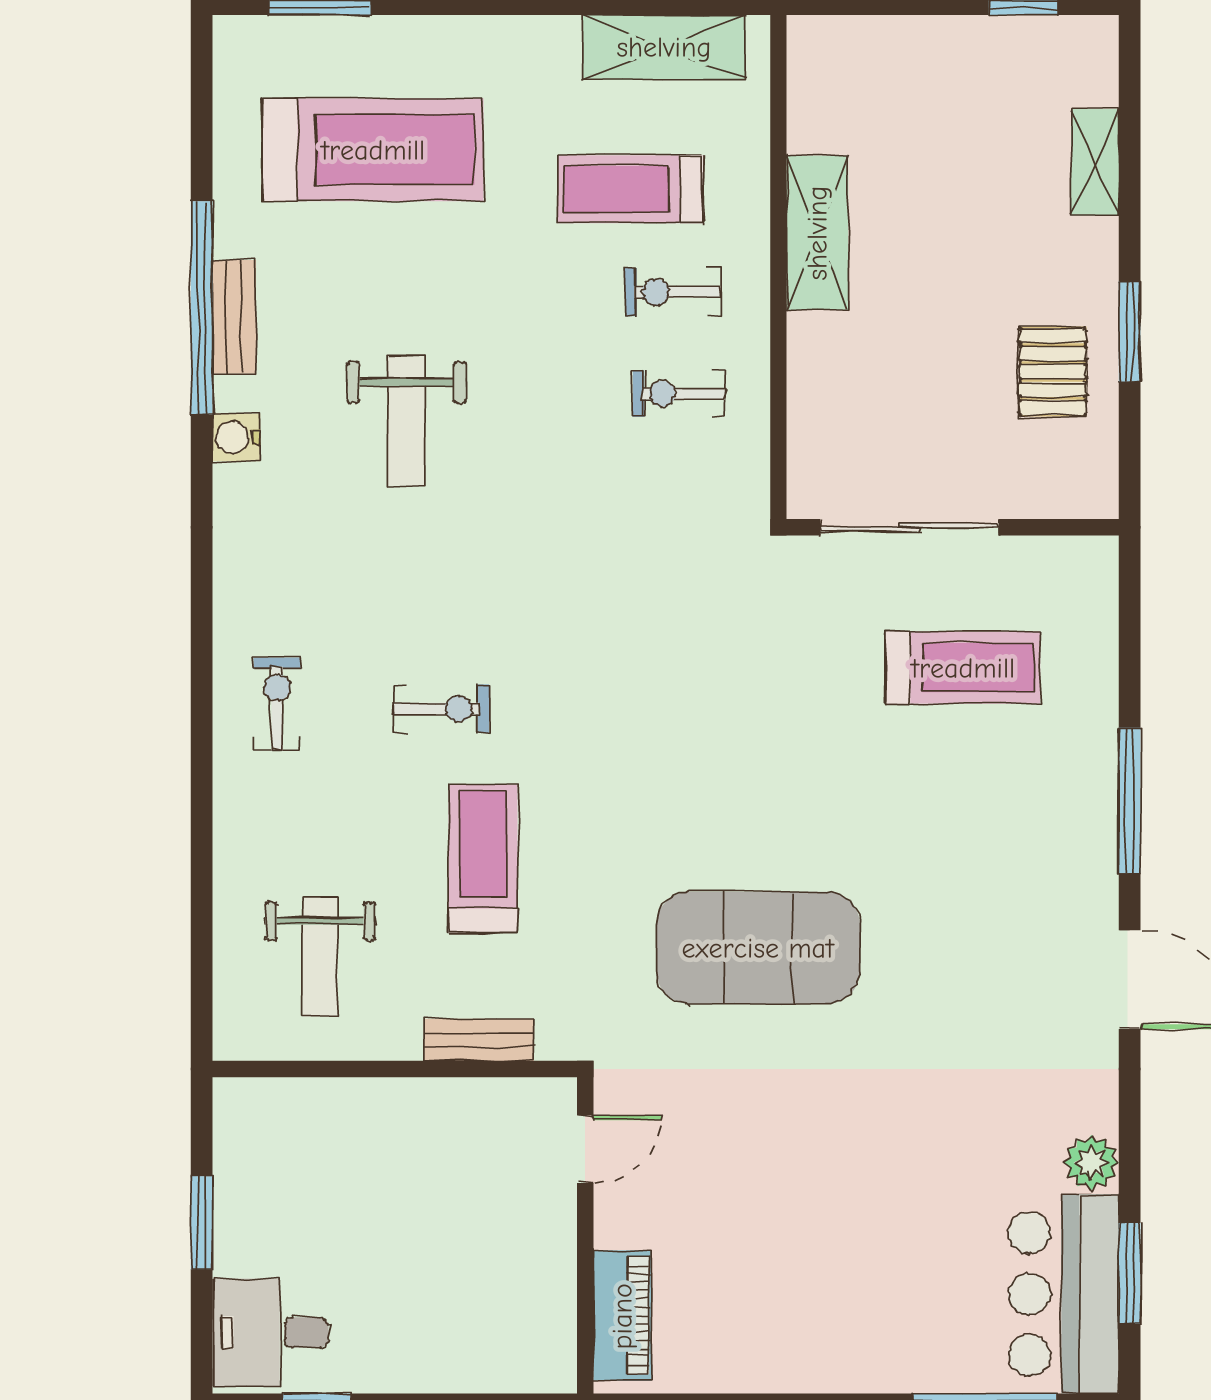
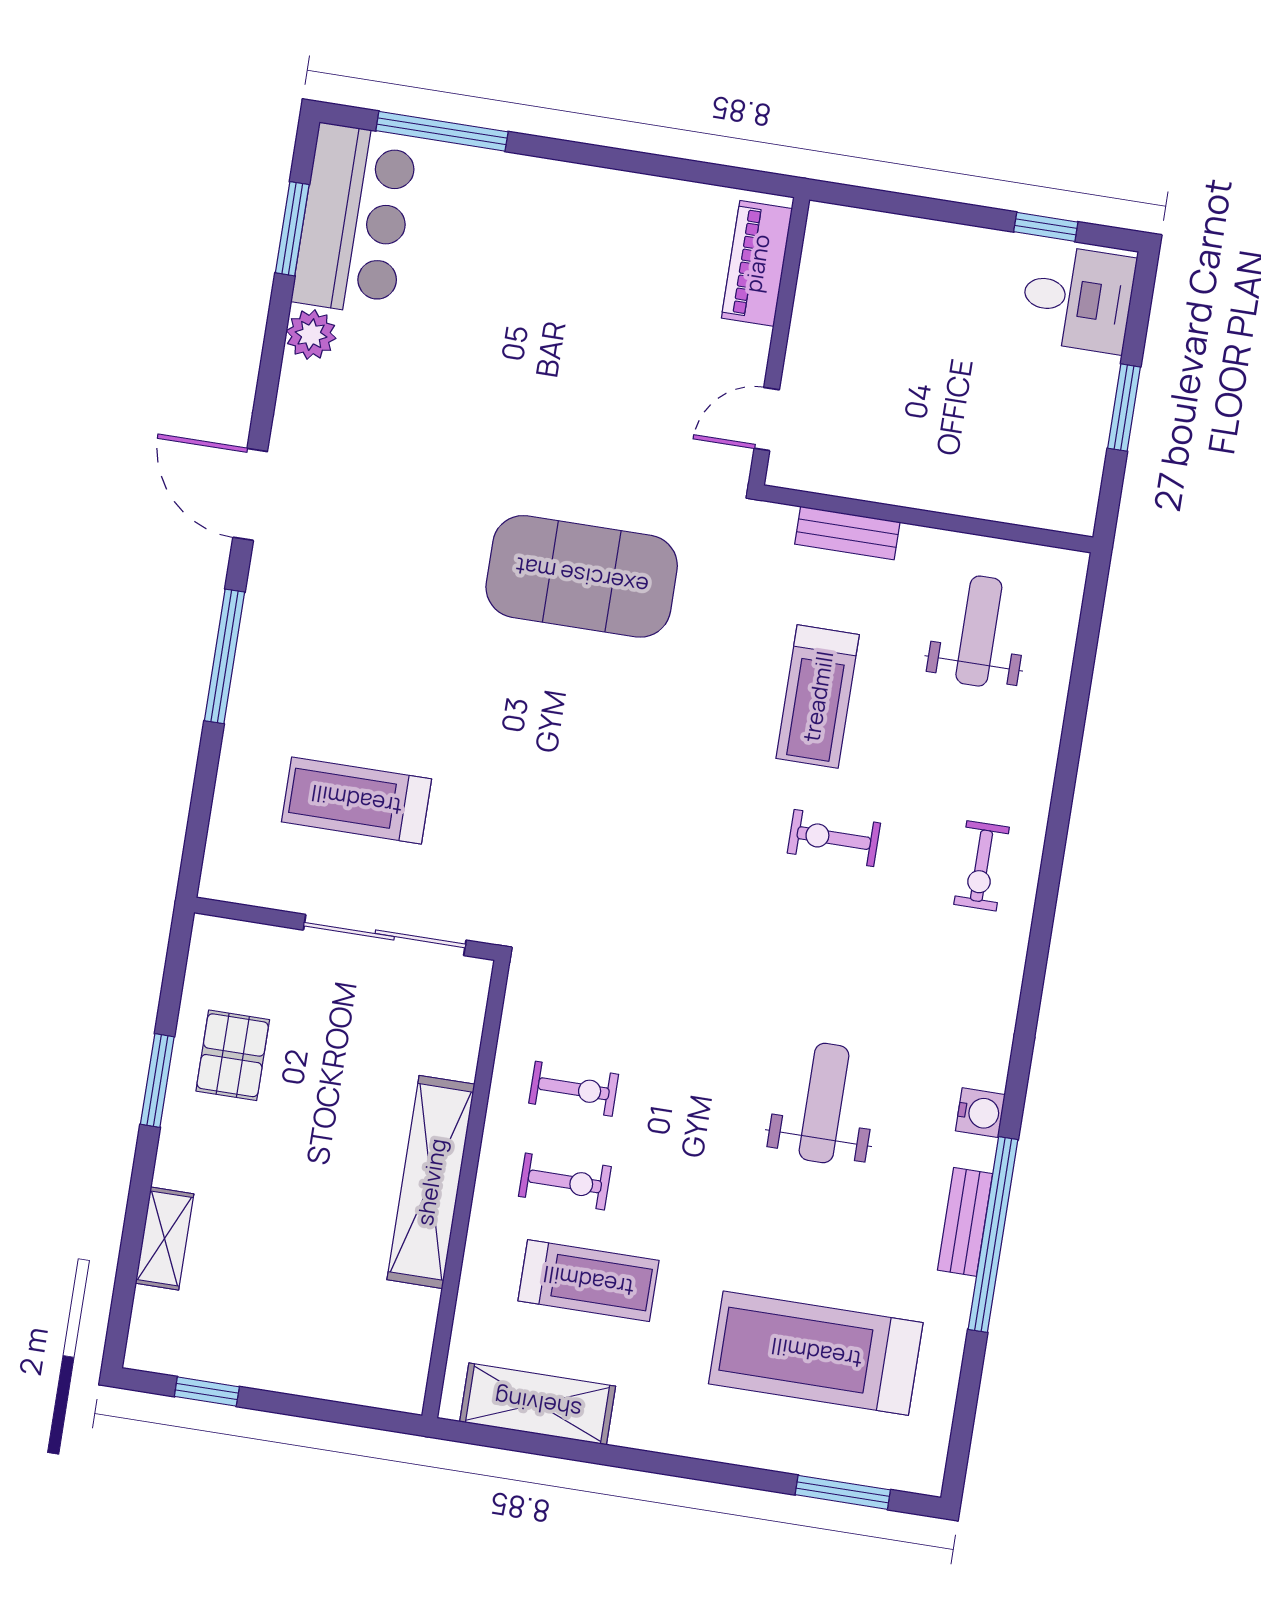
shelving: (817, 233) -> (431, 1182), width x1.47

